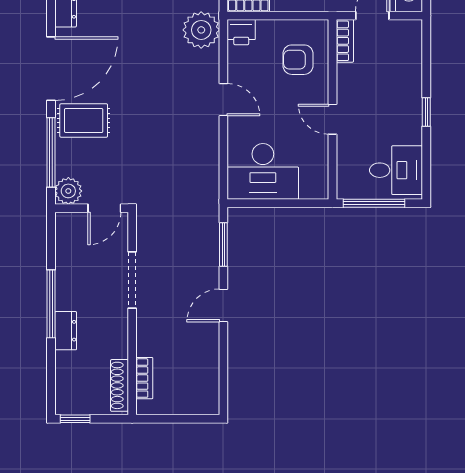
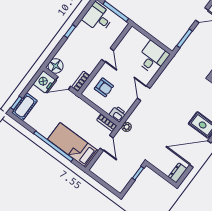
plant: (201, 30) -> (127, 127), width x0.53, depth x0.53
floor lamp: (407, 35) -> (56, 66), added
desk: (263, 171) -> (153, 58), width x0.73

